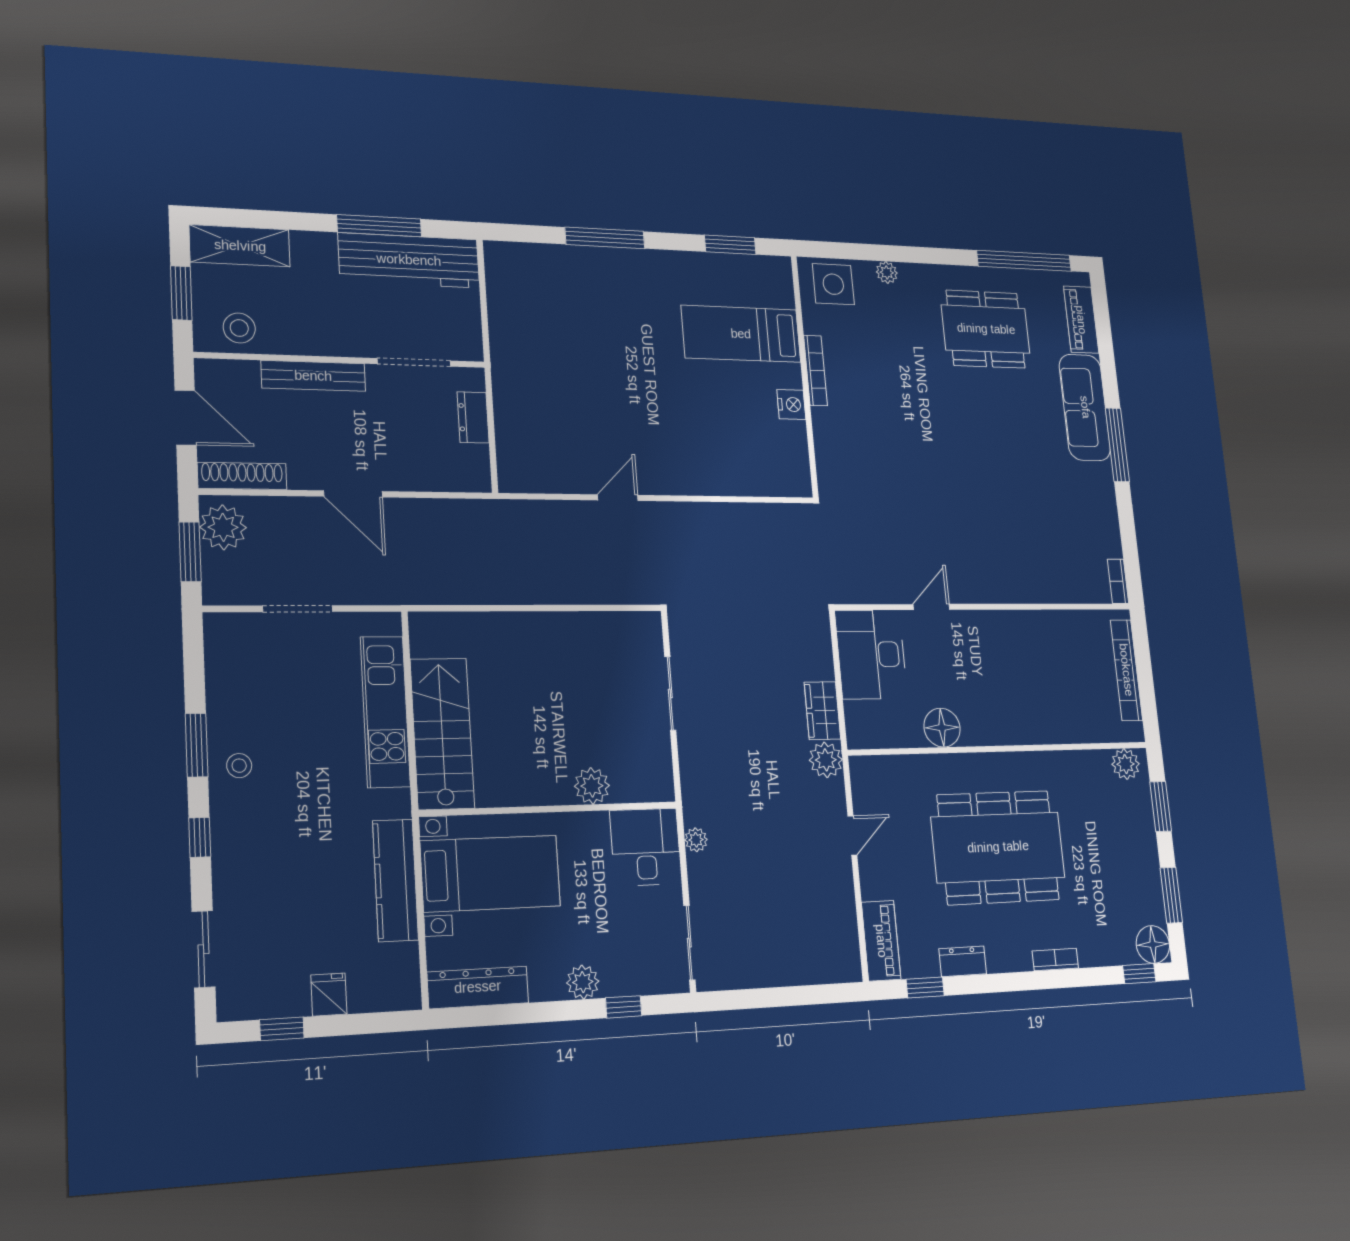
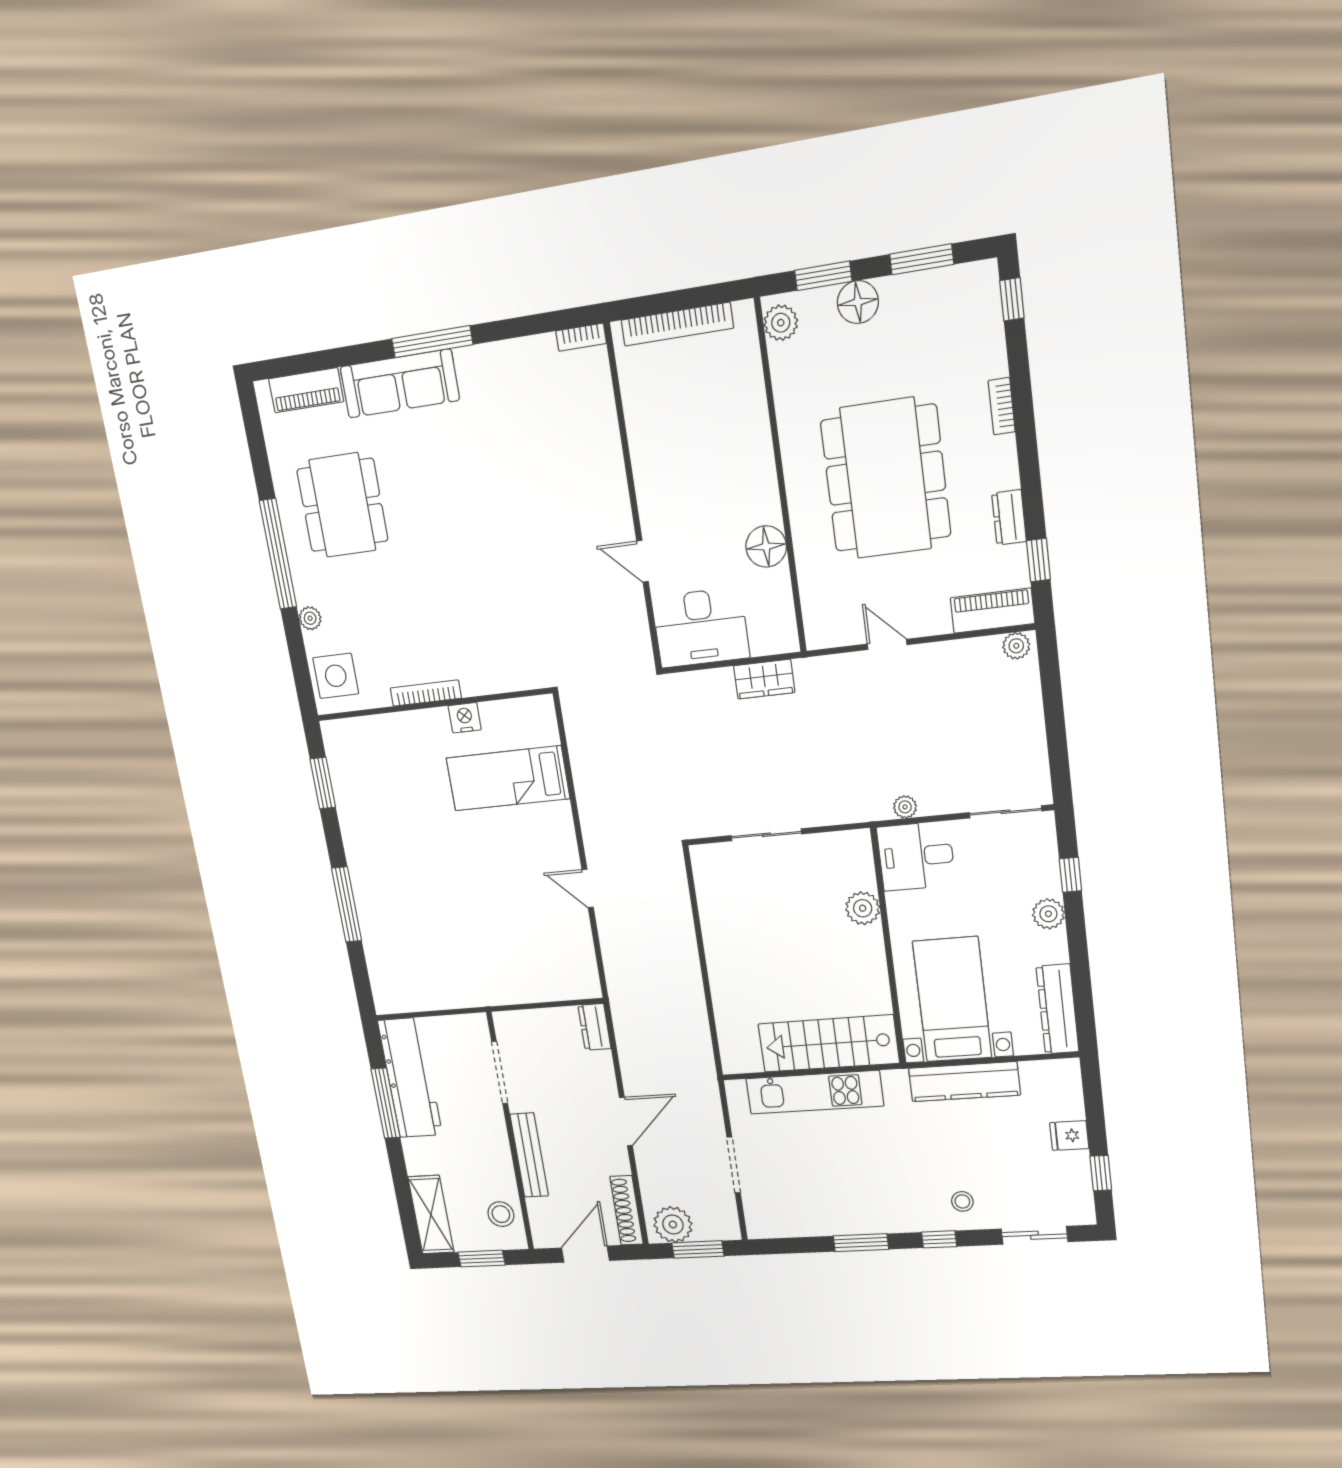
window: (1024, 261) -> (278, 554), moved
bed: (741, 334) -> (508, 778), moved, turned 90
dresser: (473, 417) -> (594, 1027), moved, turned 90
plant: (826, 760) -> (1016, 646), moved, width x0.73, depth x0.73
stool: (239, 766) -> (962, 1201), moved
floor lamp: (1153, 944) -> (858, 302), moved

